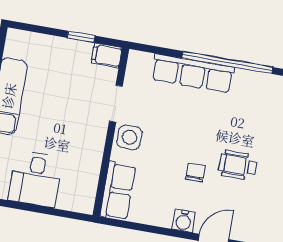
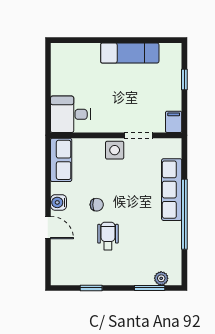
window: (81, 37) -> (184, 80), moved
desk: (35, 179) -> (70, 114), moved
row of seats: (118, 191) -> (61, 160), moved, turned -90

